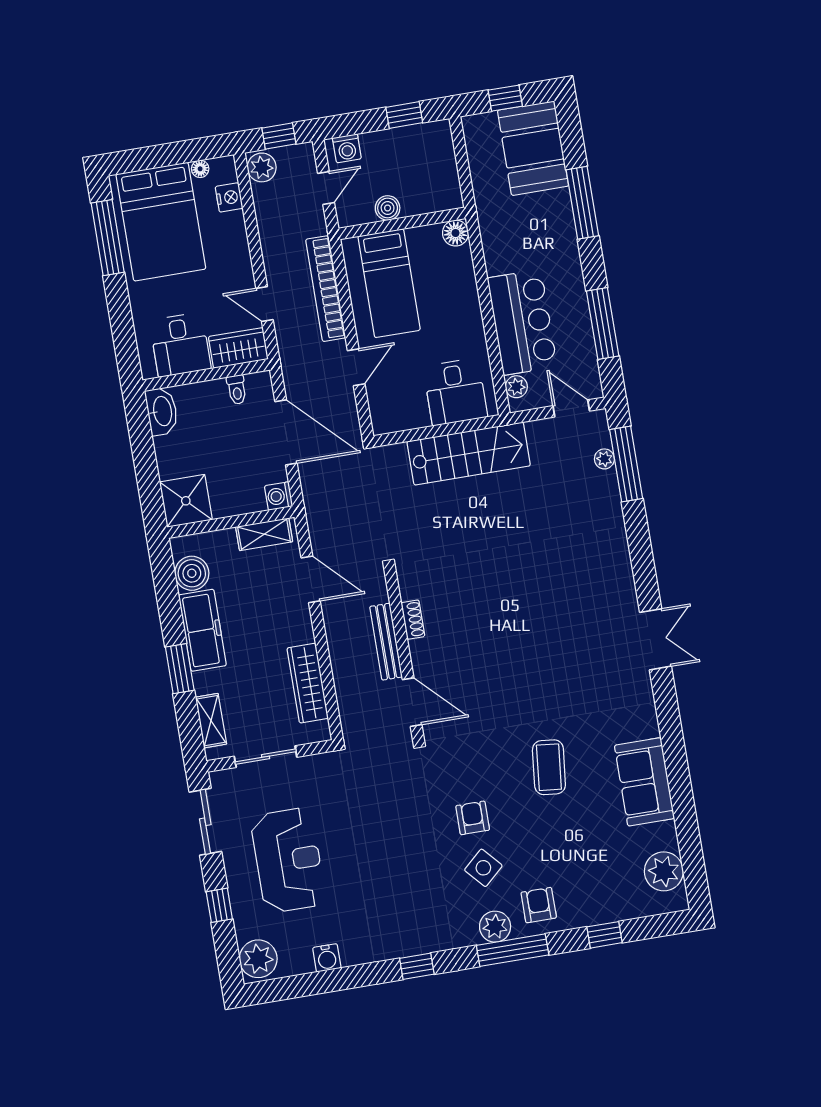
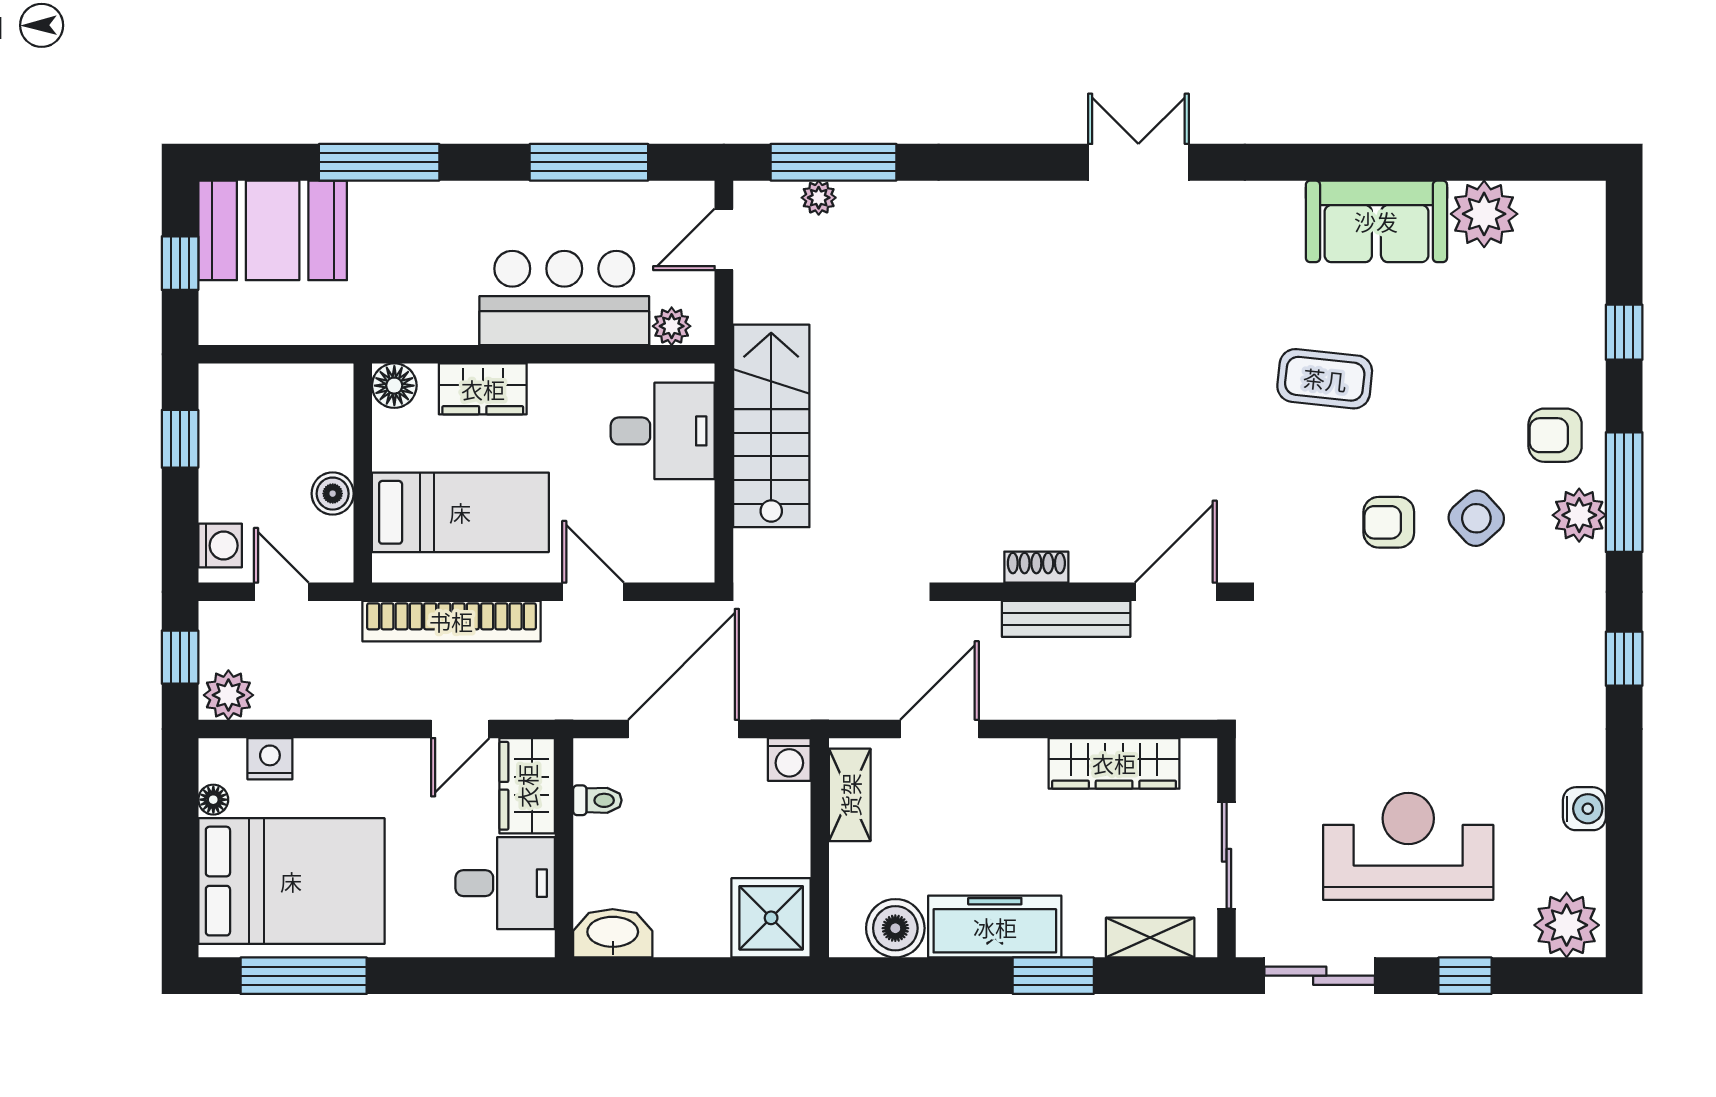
wardrobe: (462, 284) -> (483, 389), added
plant: (664, 871) -> (1484, 214), moved

